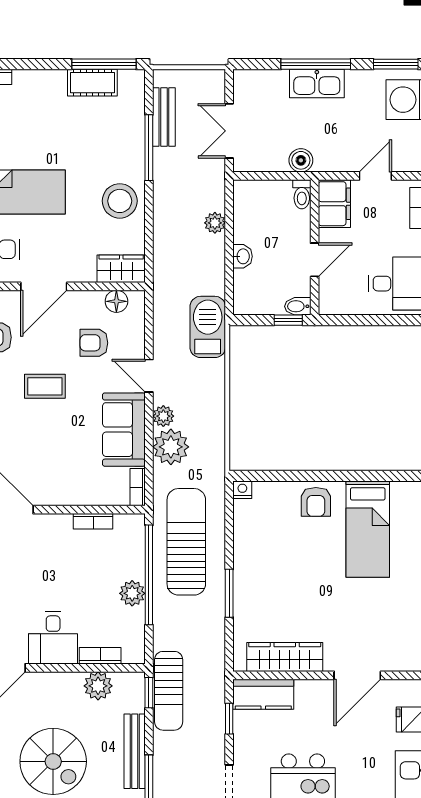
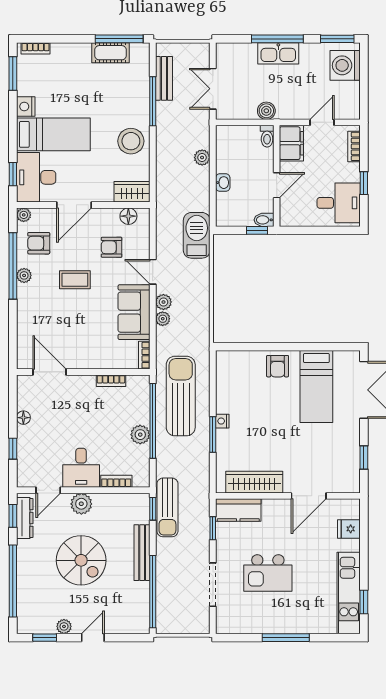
plant: (171, 447) -> (163, 319), width x0.53, depth x0.53
nightstand: (242, 490) -> (222, 421), moved, turned -90
plant: (98, 686) -> (81, 504), moved

